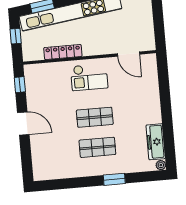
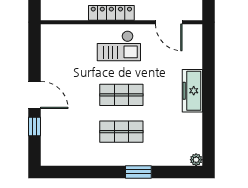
locker: (63, 52) -> (111, 13), moved
window: (20, 85) -> (34, 127), moved
freezer: (156, 142) -> (192, 91), moved

